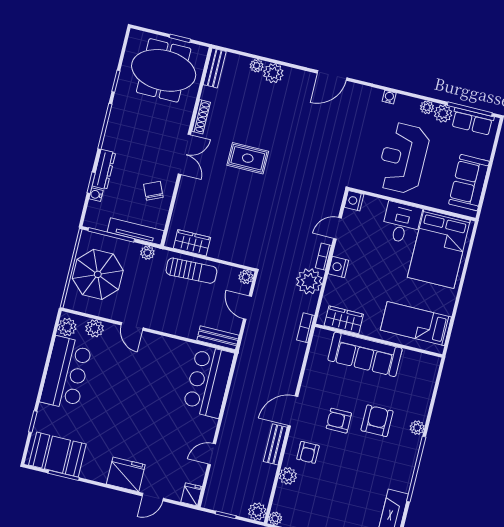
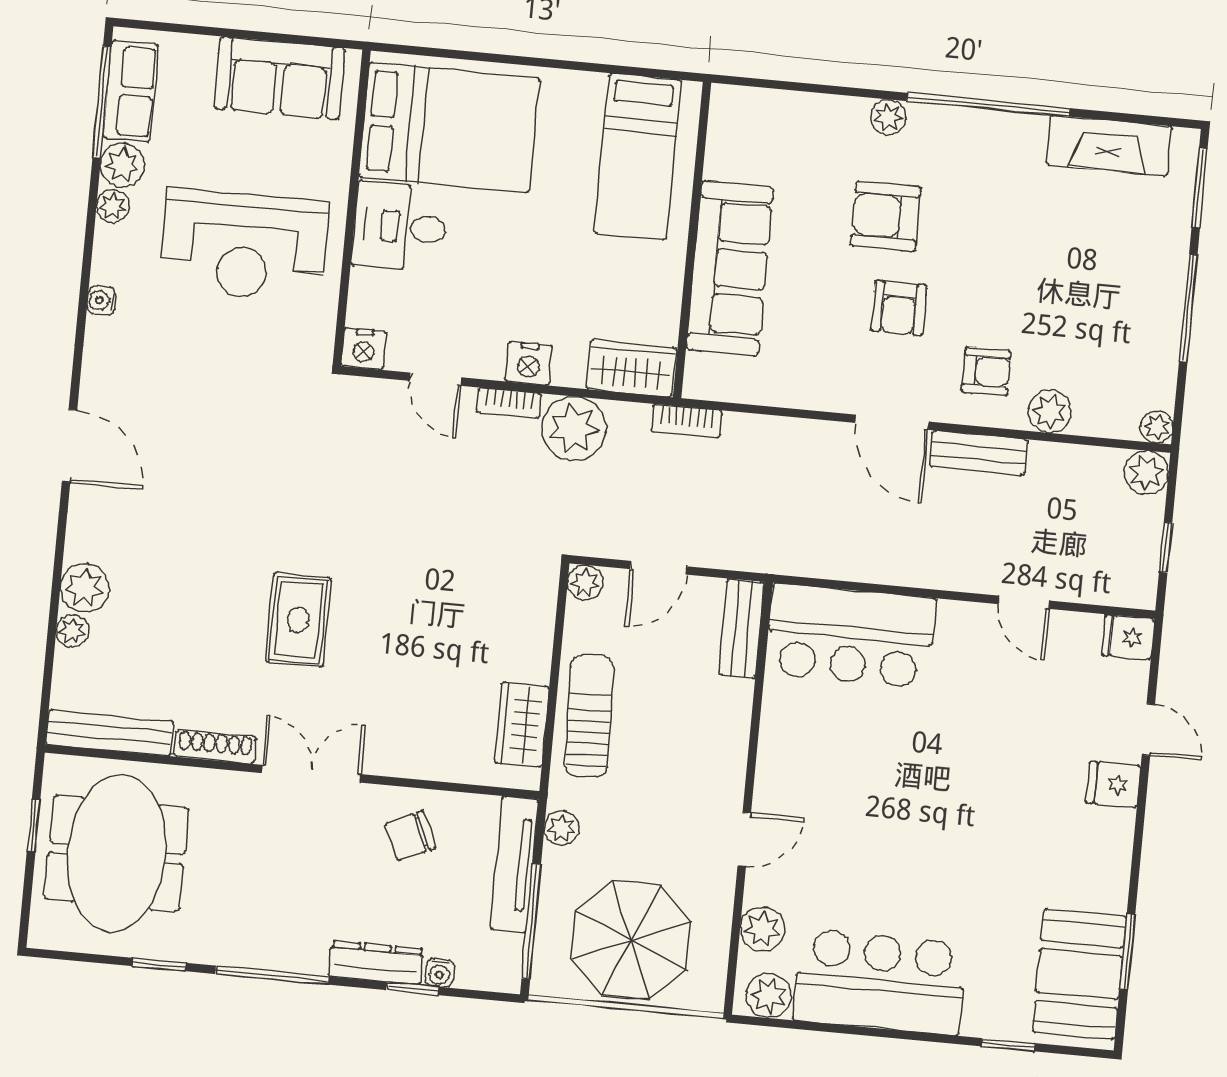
bench: (215, 68) -> (110, 733), width x1.36
wardrobe: (344, 320) -> (631, 368), moved, turned 90
fridge: (126, 474) -> (1113, 784), width x0.53, depth x0.75

